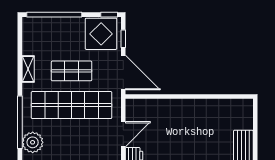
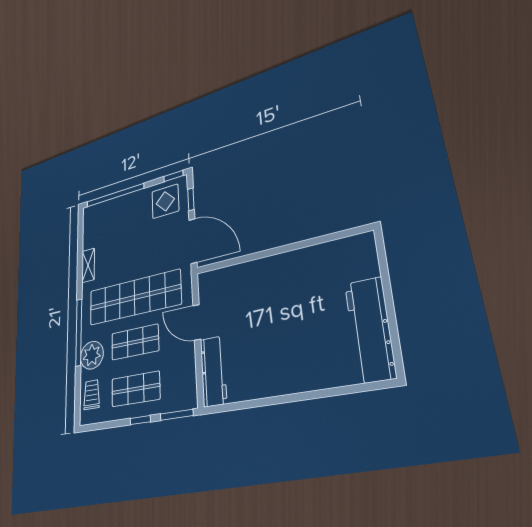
display table: (101, 34) -> (165, 201), width x0.73, depth x0.73
shop shelf: (72, 71) -> (135, 342), moved
door: (123, 134) -> (197, 322), swing flipped

